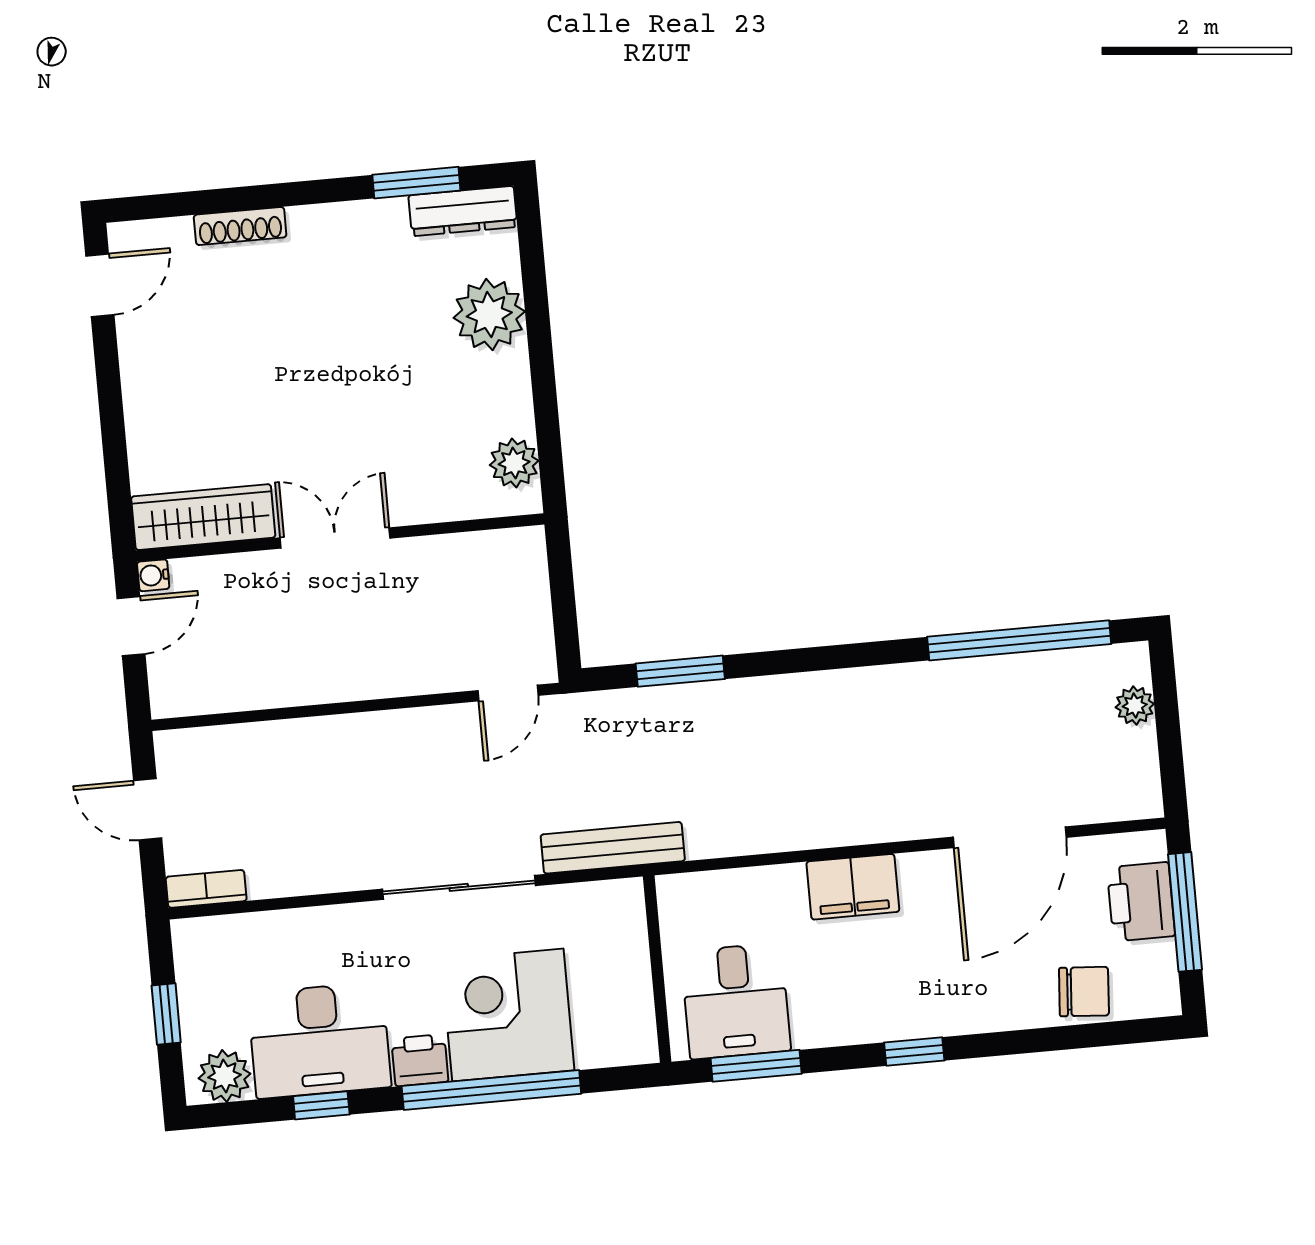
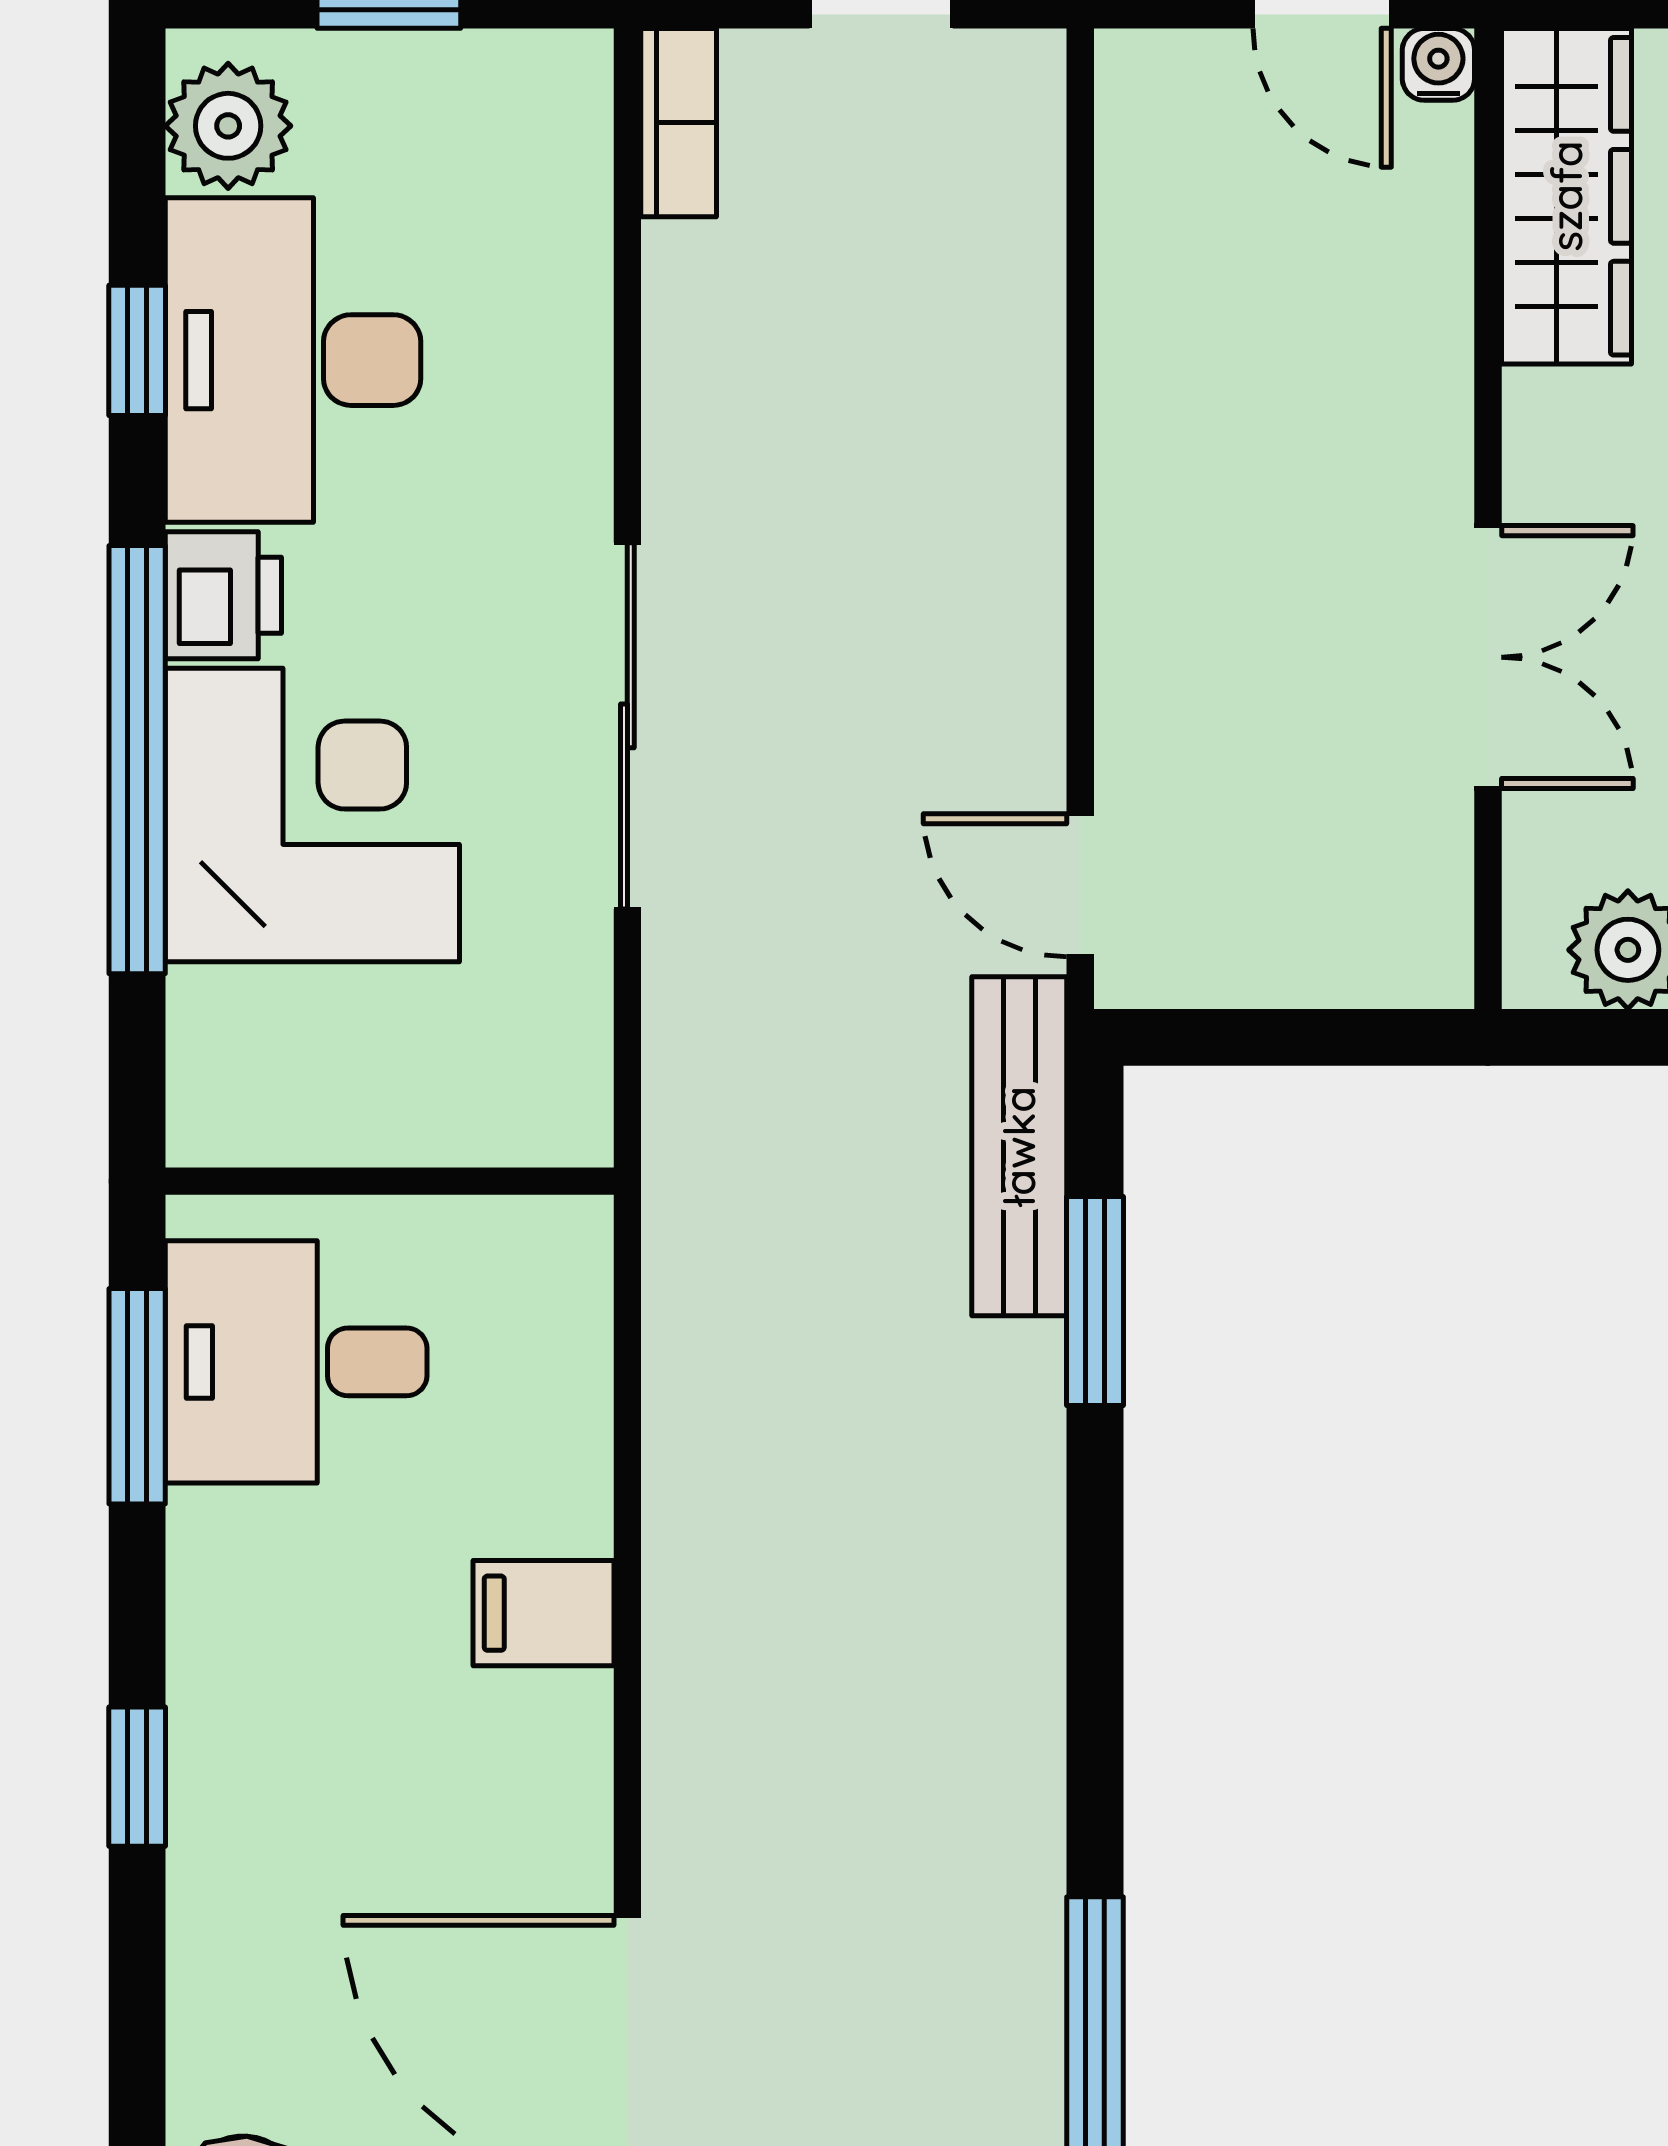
double door: (335, 538) -> (1488, 657), moved
bench: (613, 848) -> (1019, 1146), moved
filing cabinet: (853, 887) -> (543, 1613), width x0.50

